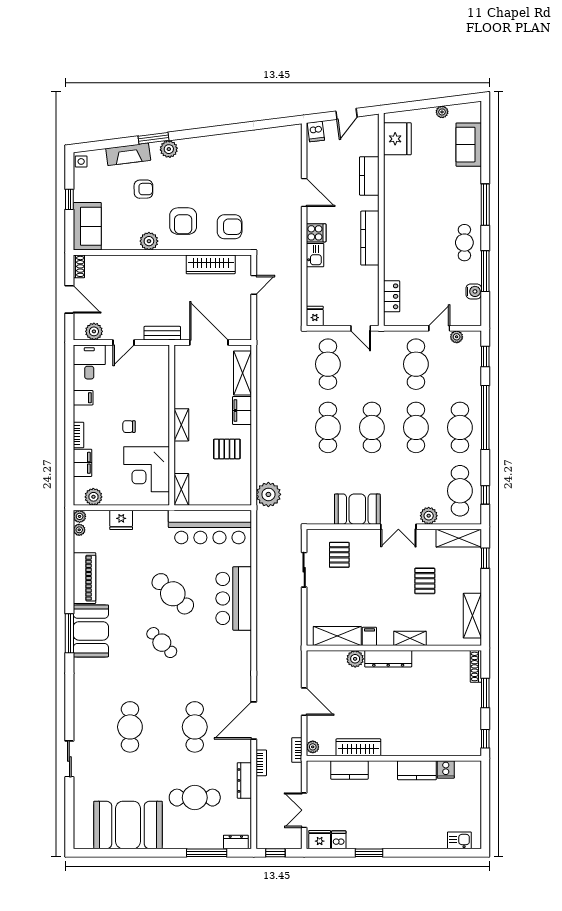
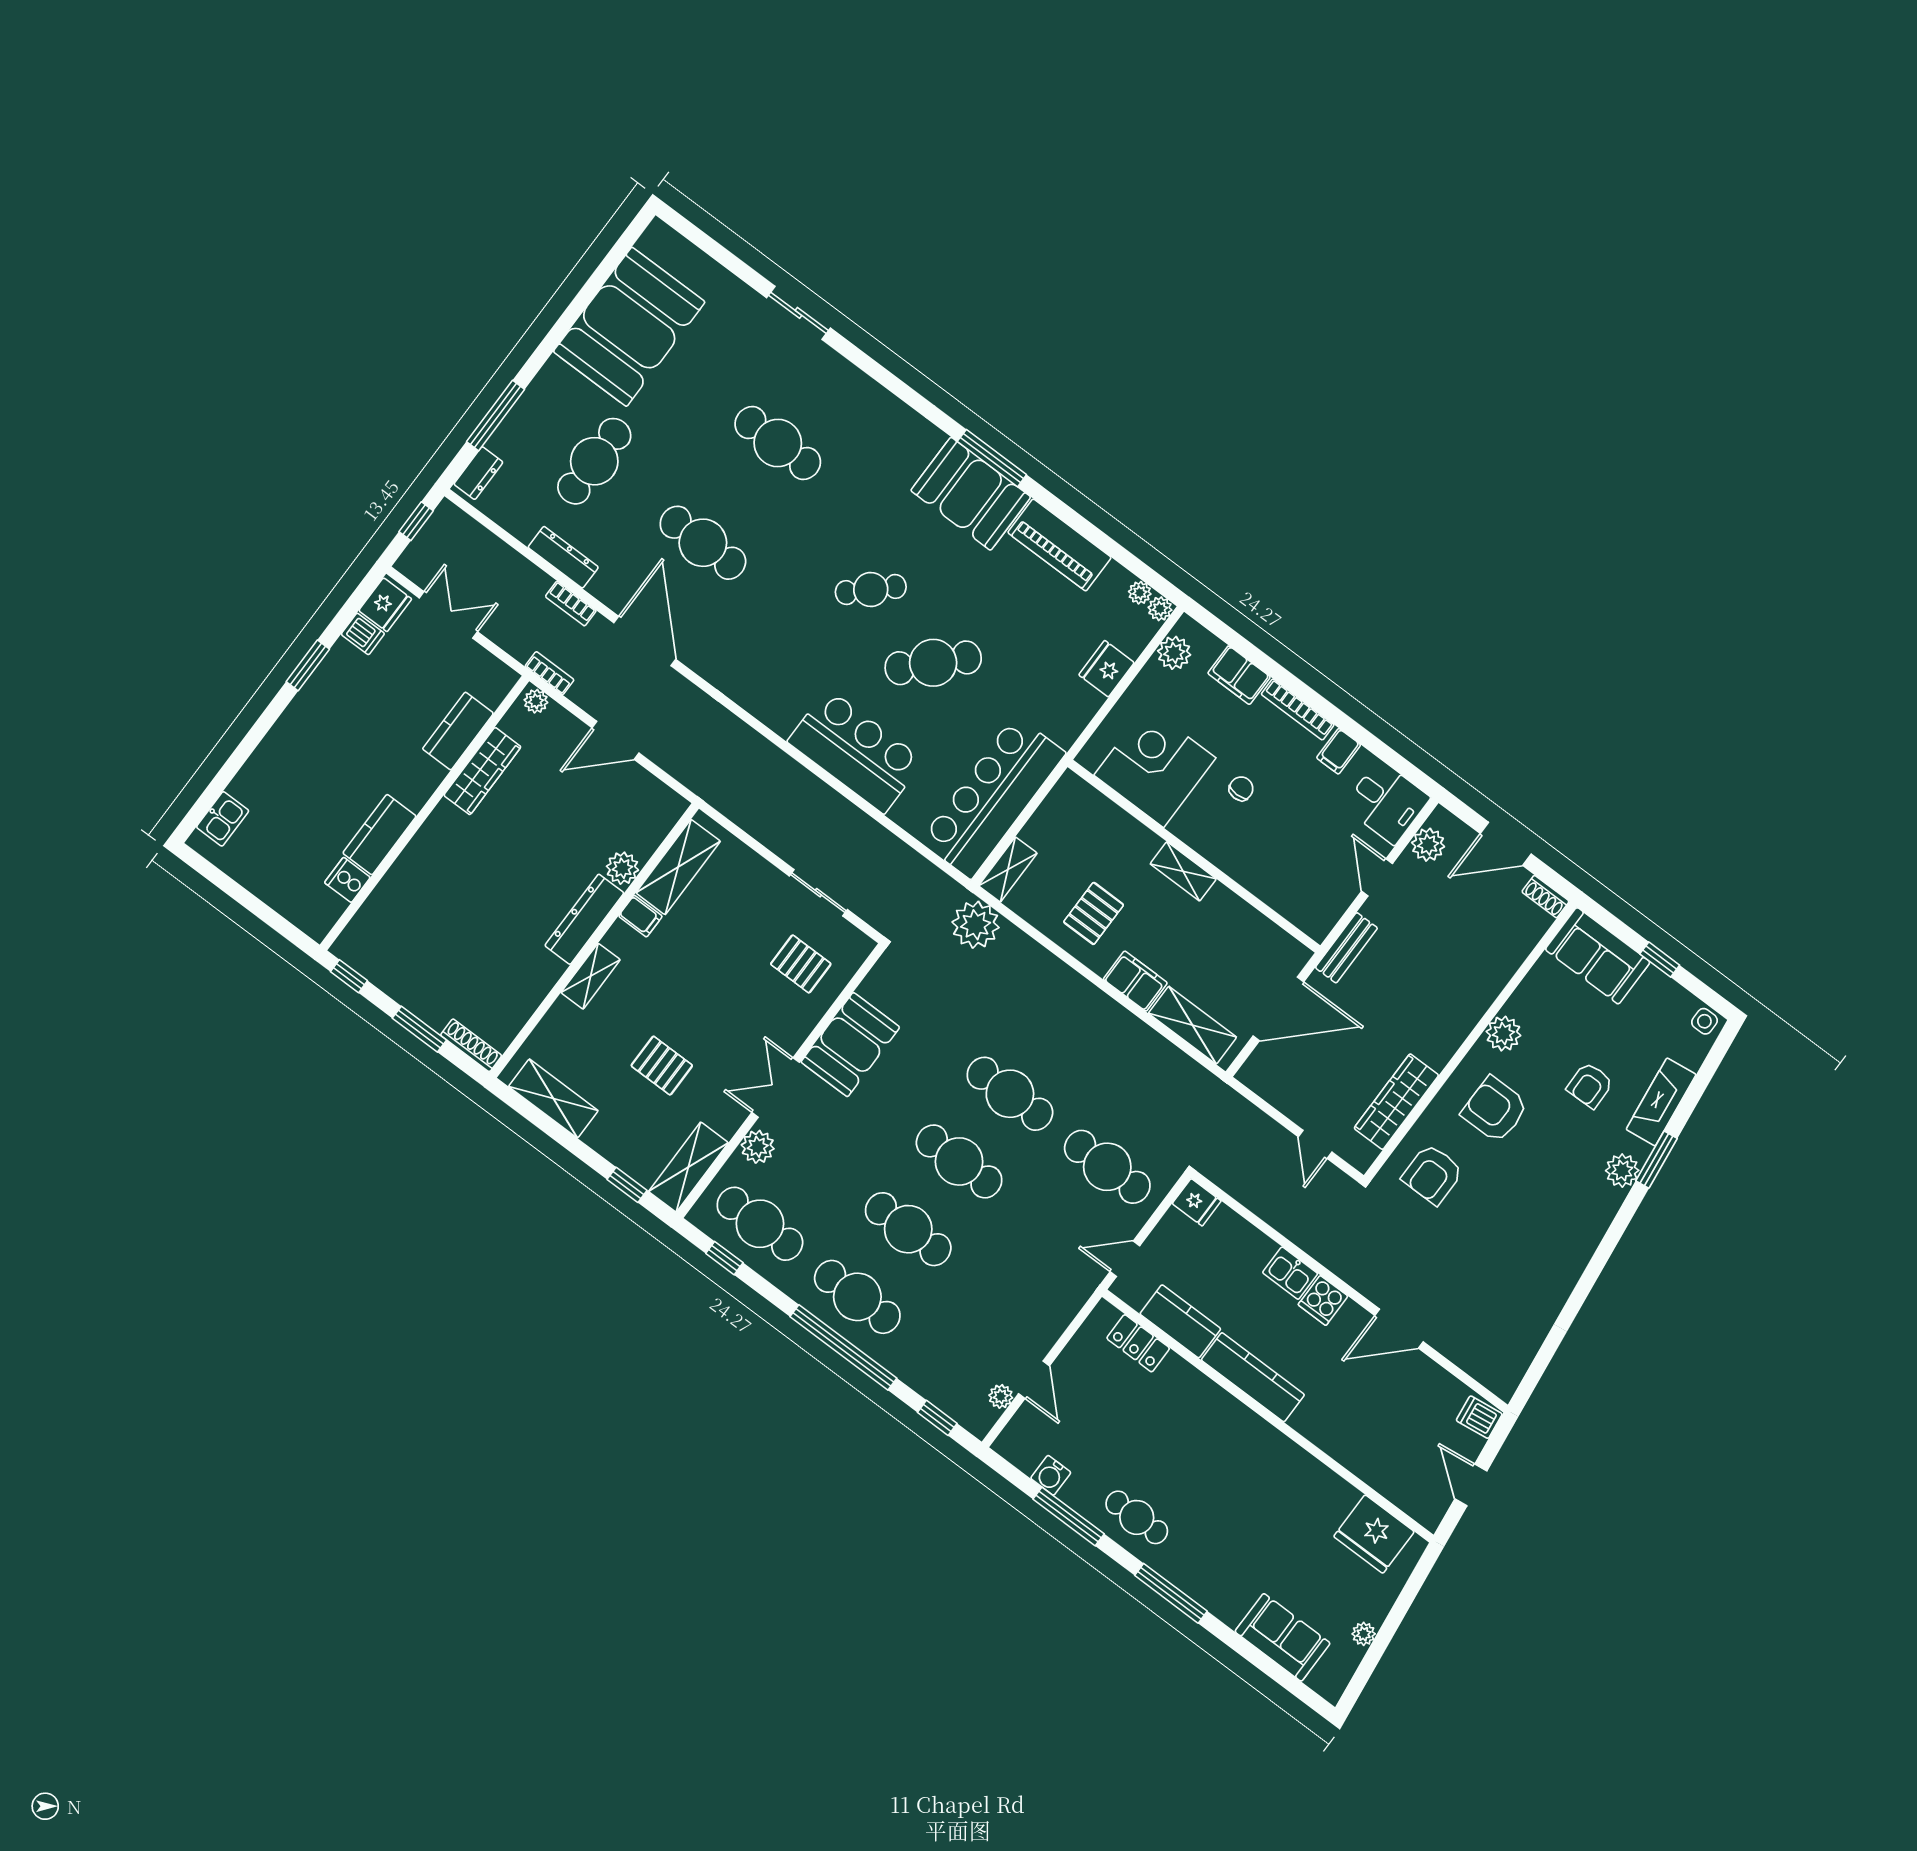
kitchen counter: (369, 176) -> (1180, 1321), moved
cafe table: (416, 364) -> (1006, 1302), removed
bookcase: (78, 435) -> (1298, 709), width x1.56
shelving: (181, 489) -> (1008, 869), moved, turned 90

